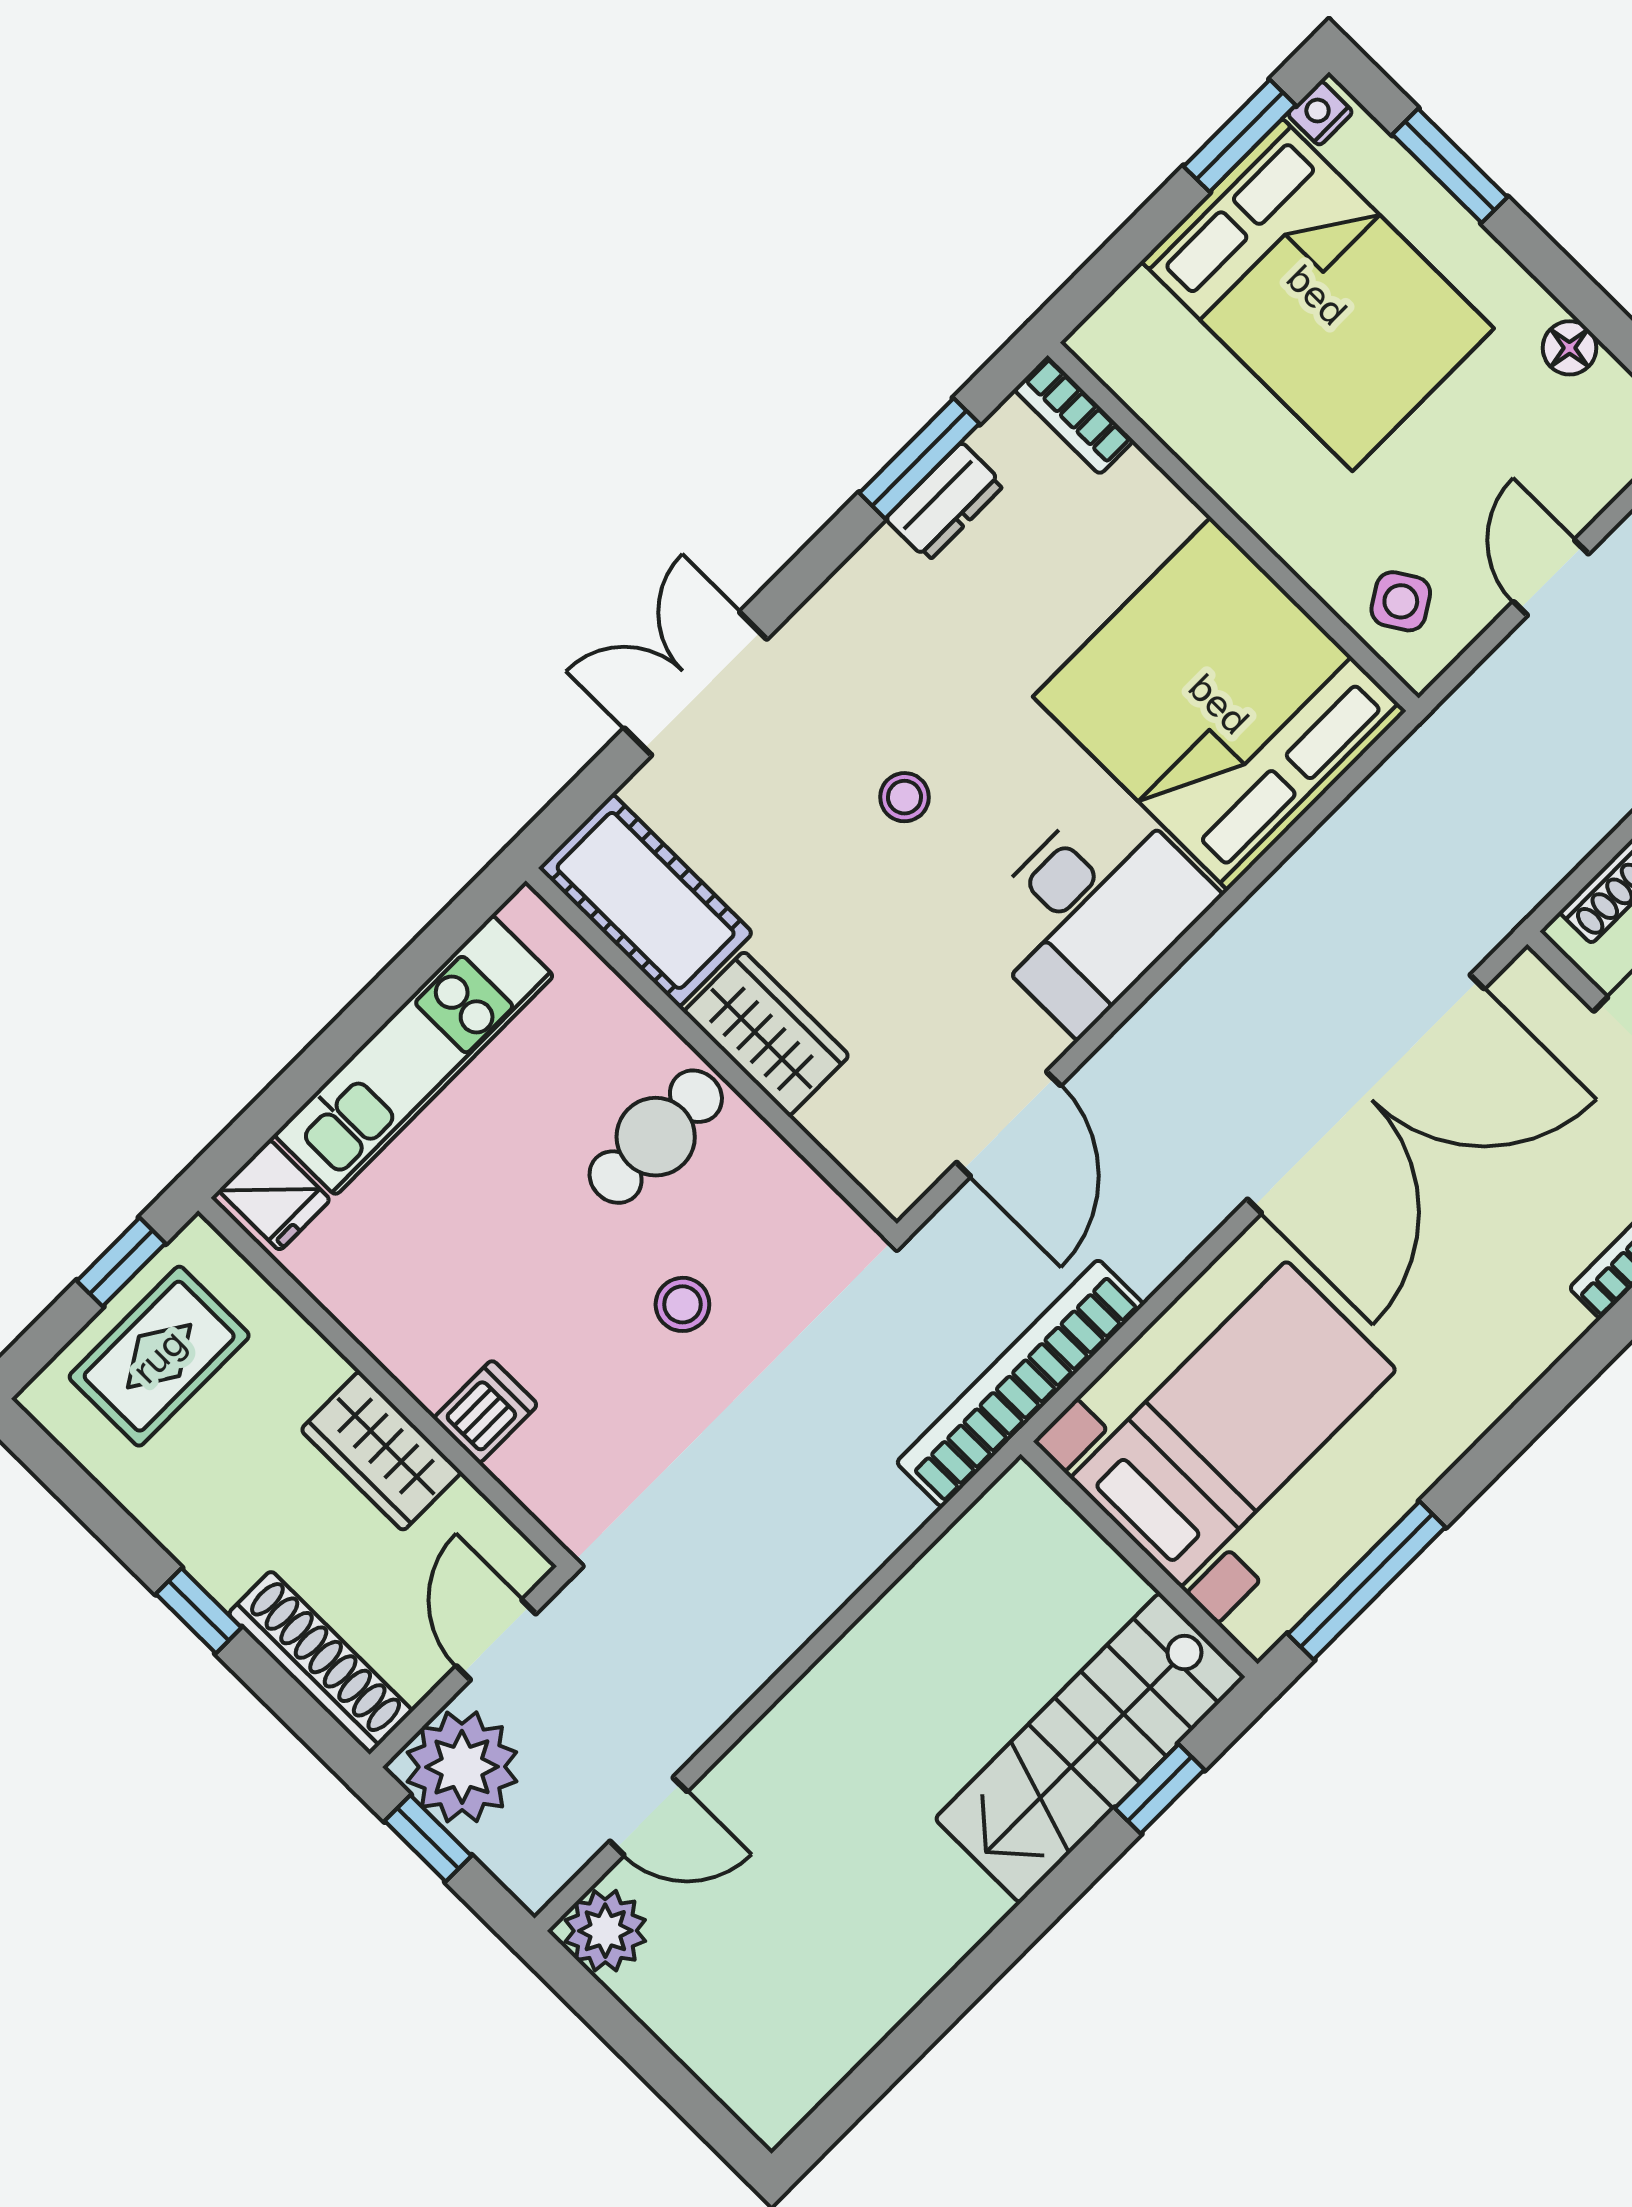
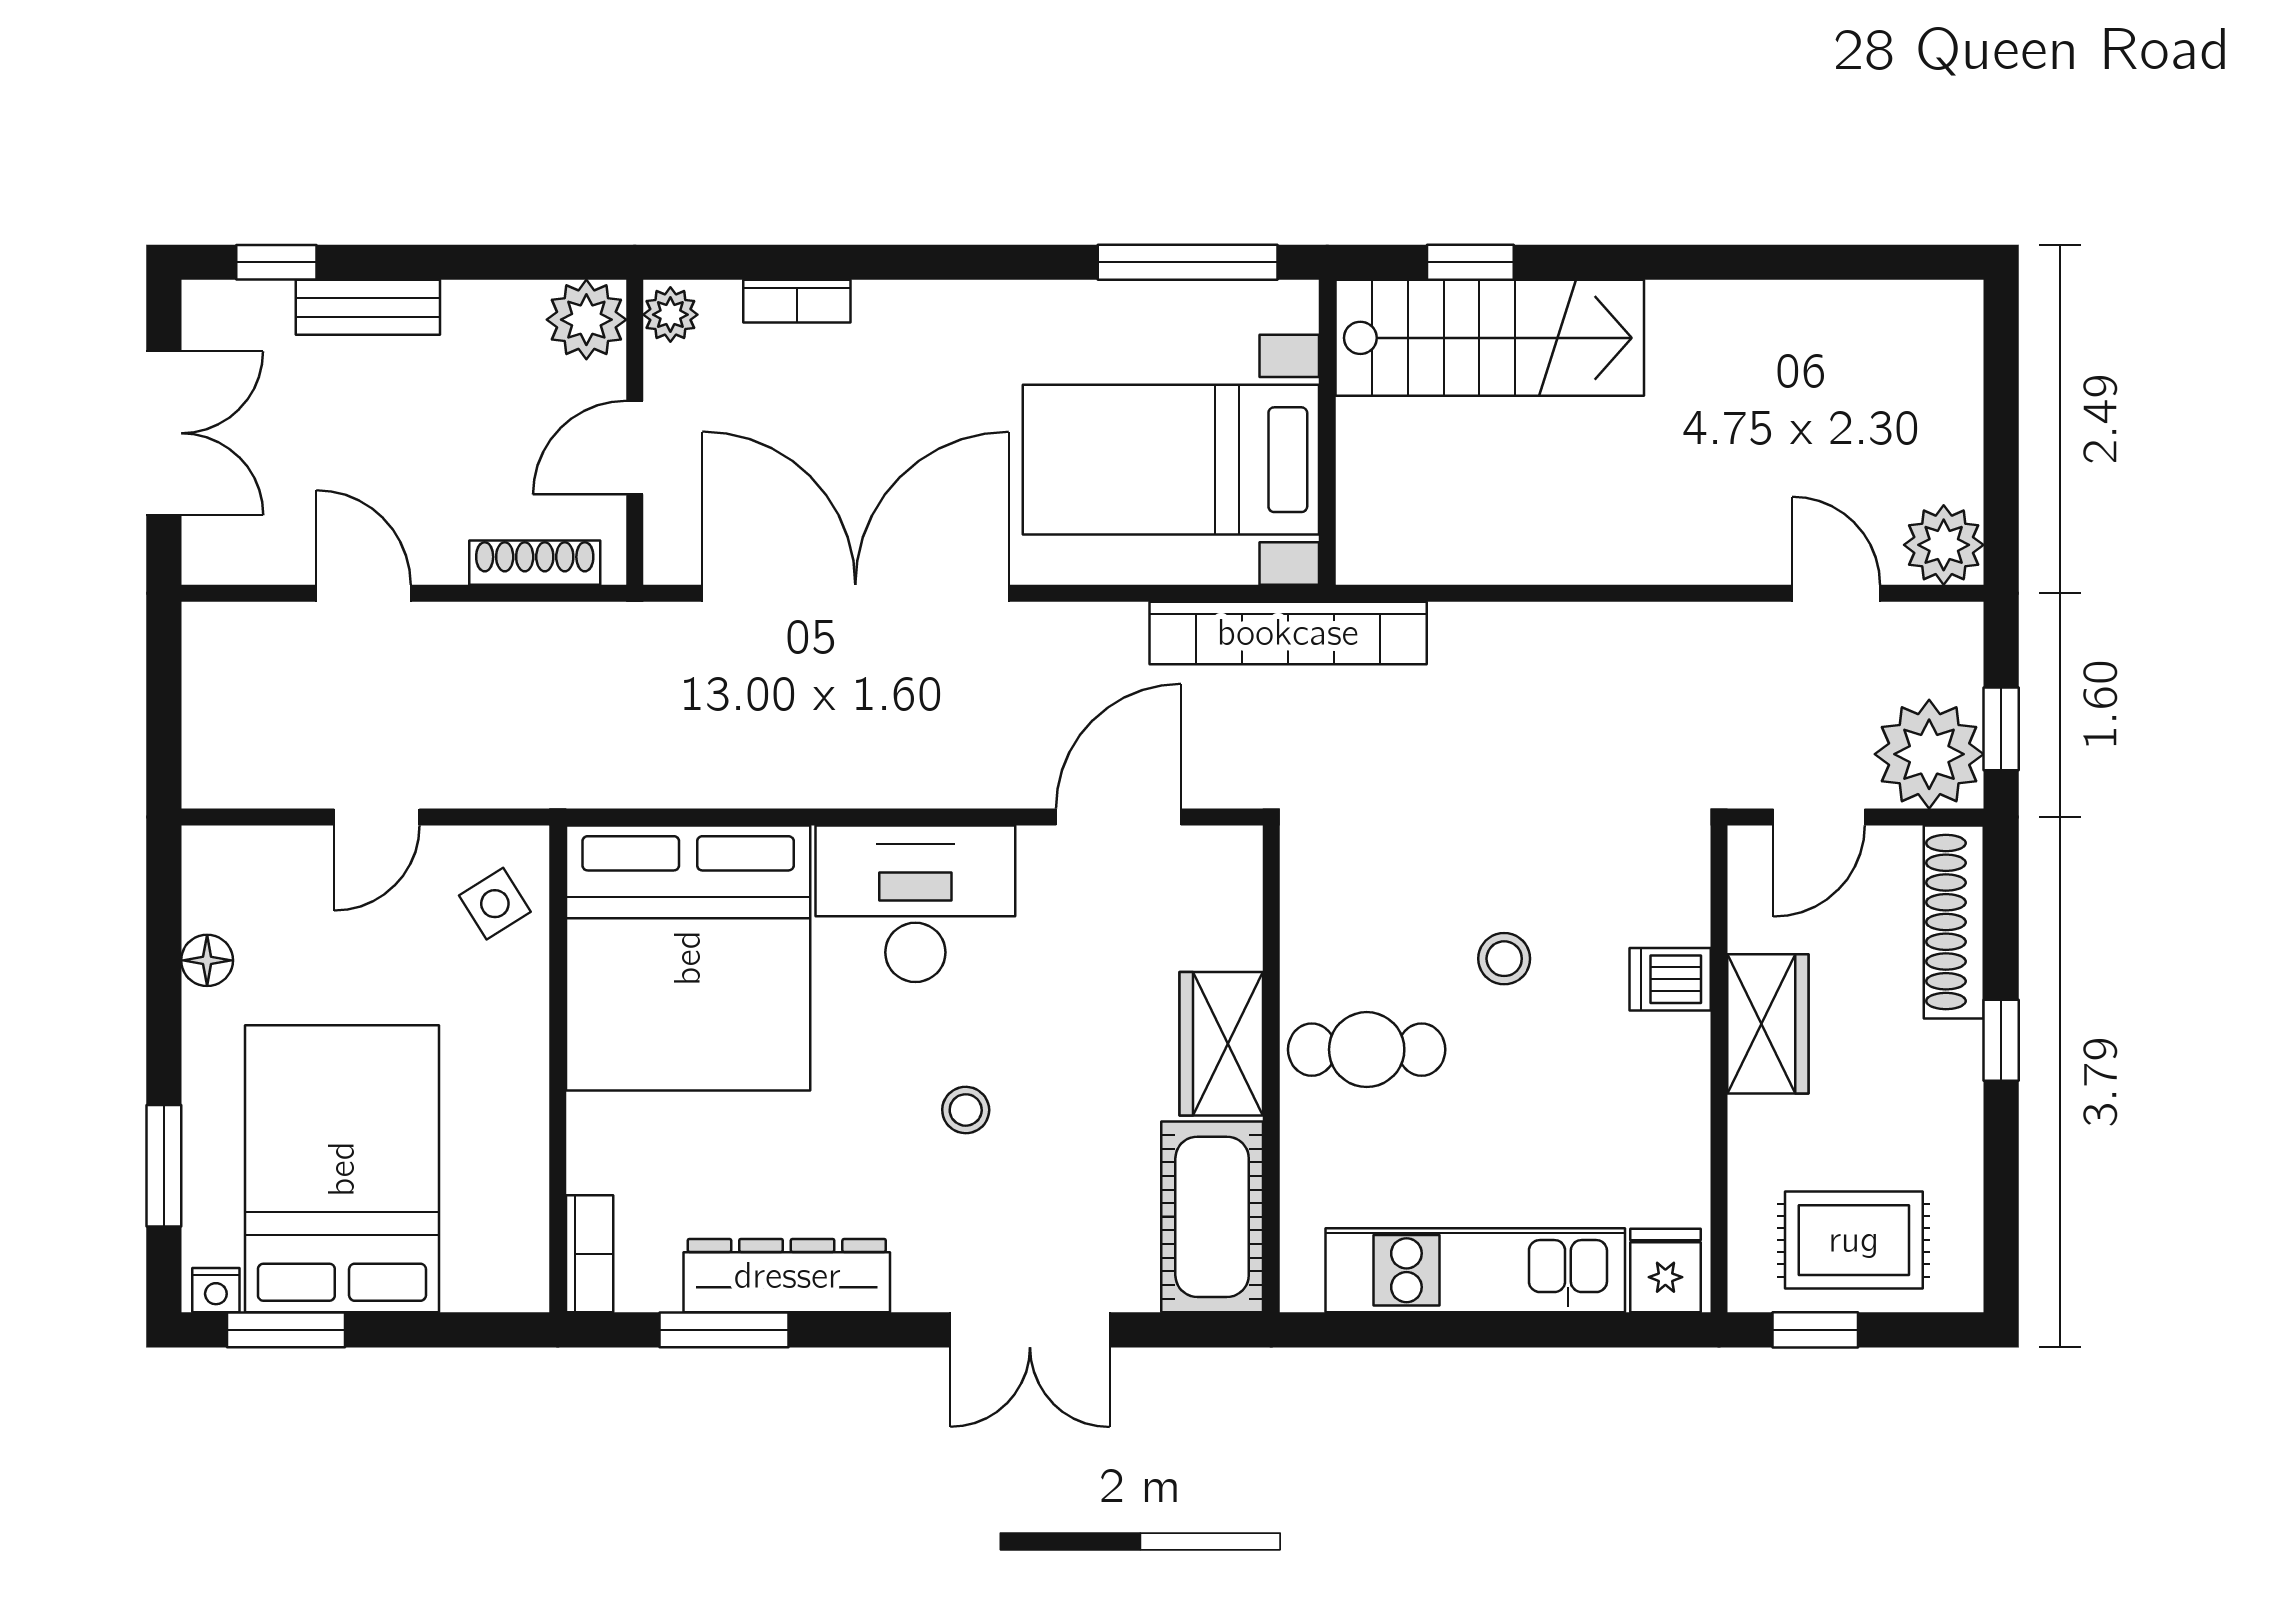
dresser: (945, 502) -> (787, 1276), width x1.96, depth x1.24
stool: (682, 1304) -> (1504, 959), moved

